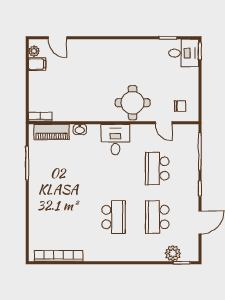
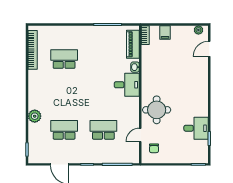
desk: (184, 53) -> (196, 128), moved, turned -90
filing cabinet: (37, 64) -> (165, 33), moved
desk: (115, 140) -> (127, 85), moved
school desk: (114, 217) -> (64, 59), moved, turned 180
plant: (173, 253) -> (35, 116), moved

